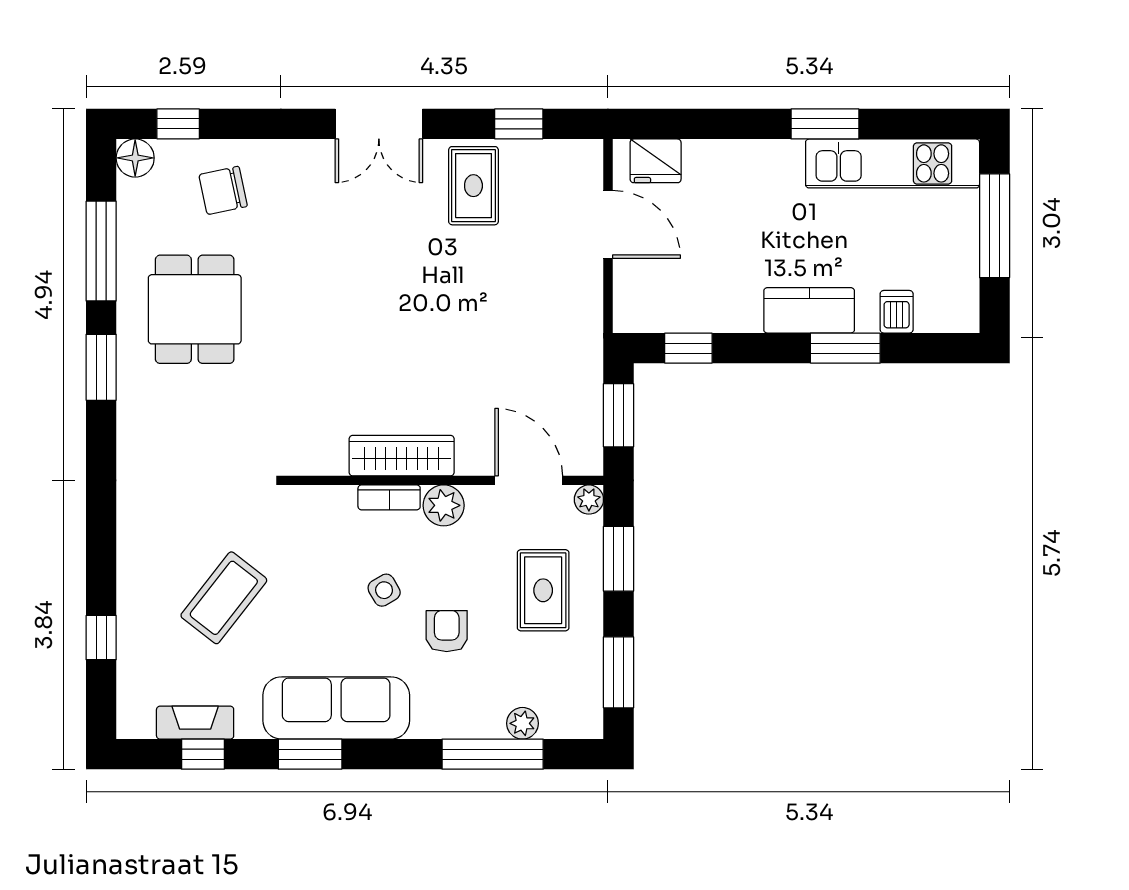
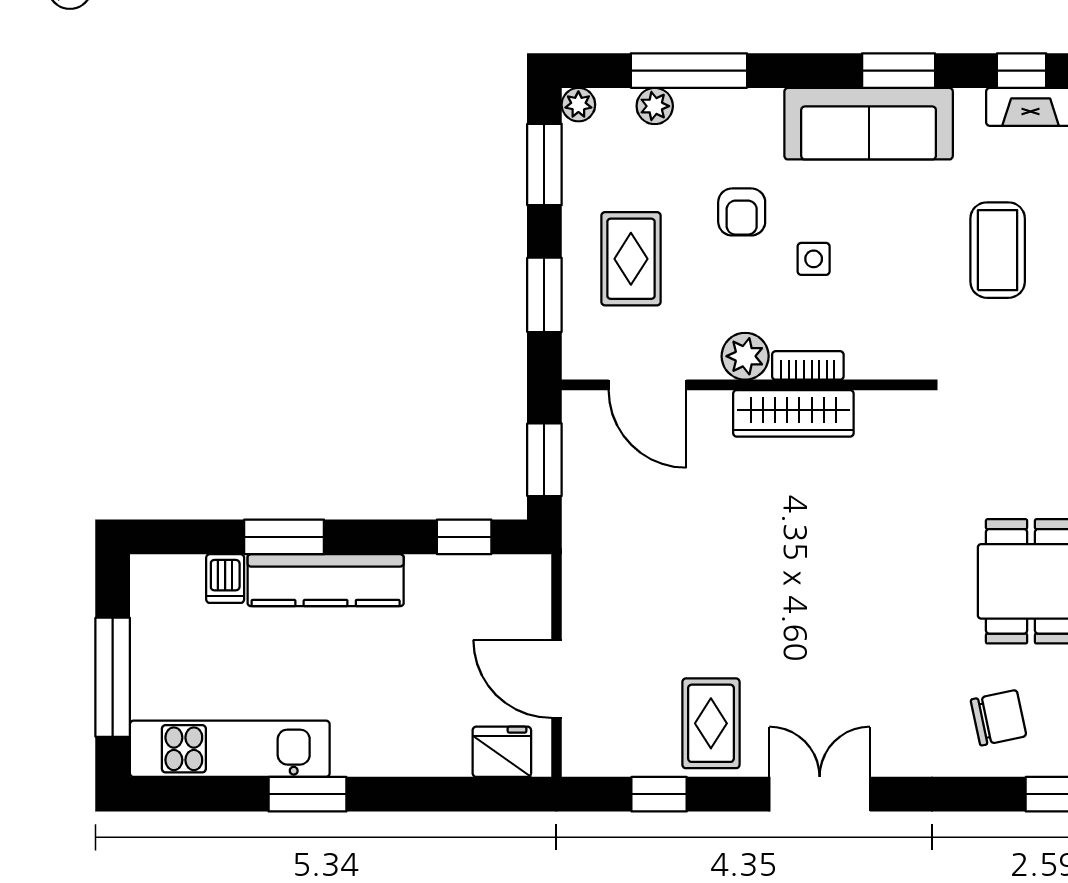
kitchen counter: (809, 310) -> (326, 580), width x1.50
plant: (589, 500) -> (578, 105), moved
side table: (384, 590) -> (814, 259), turned 30
coffee table: (224, 598) -> (998, 250), turned -38

